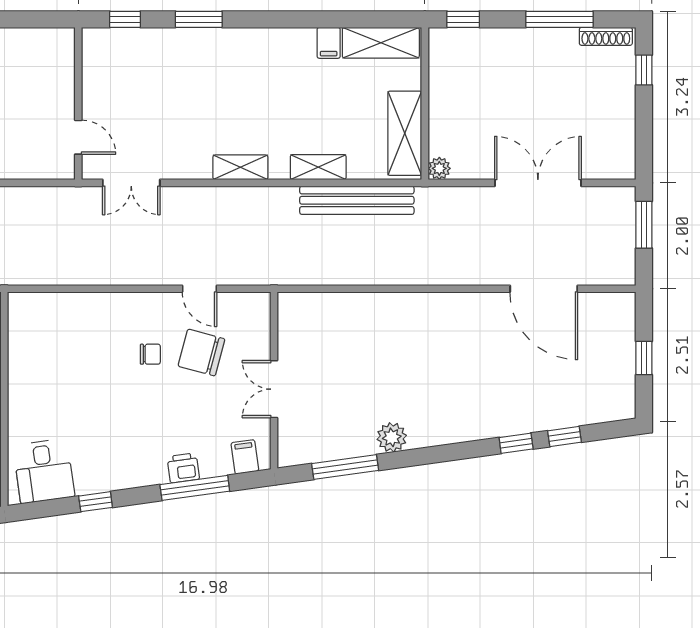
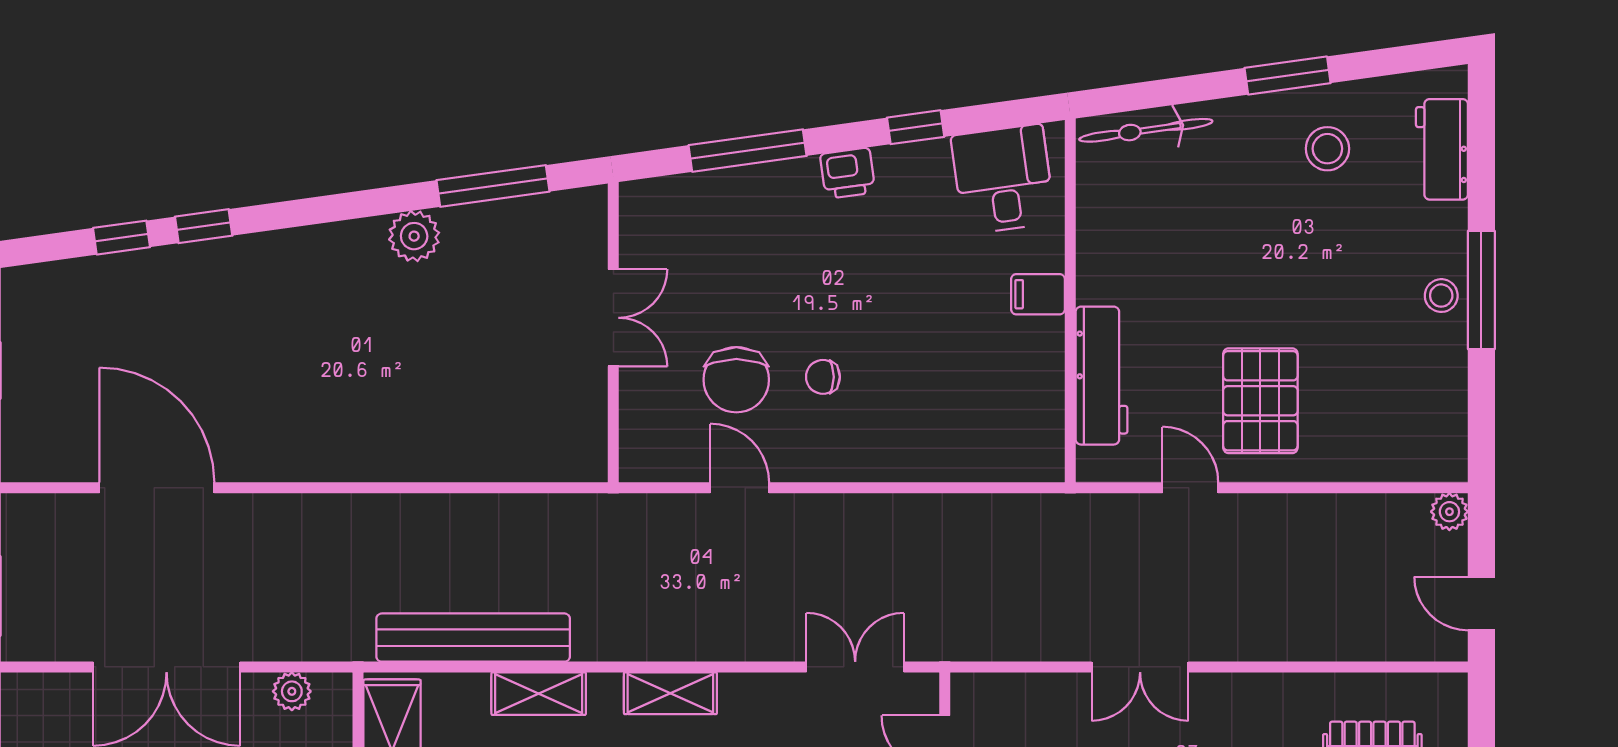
plant: (439, 168) -> (292, 691), moved
chair: (201, 353) -> (736, 380), turned 75
filing cabinet: (245, 457) -> (1038, 294), moved, turned 98
printer: (183, 468) -> (848, 173), moved

